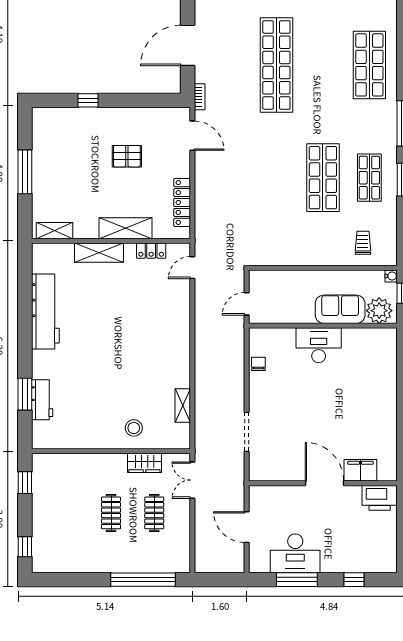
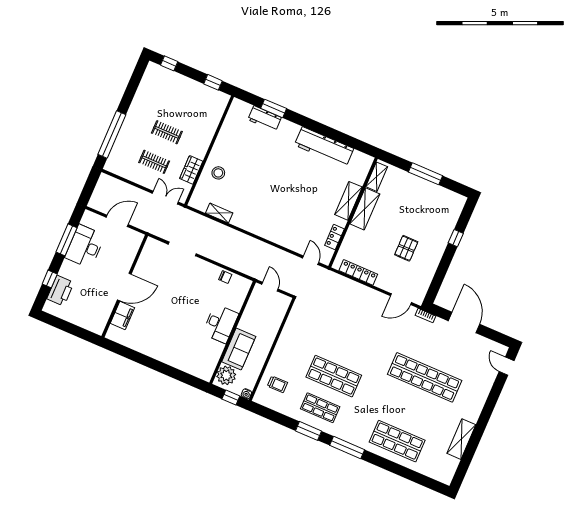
shelving: (125, 228) -> (365, 209), moved
printer: (380, 498) -> (60, 291), moved, turned 180

